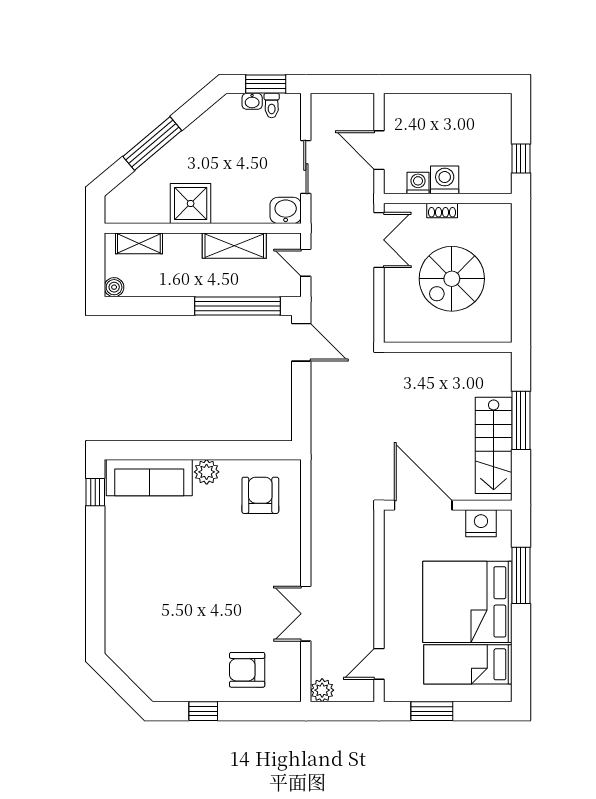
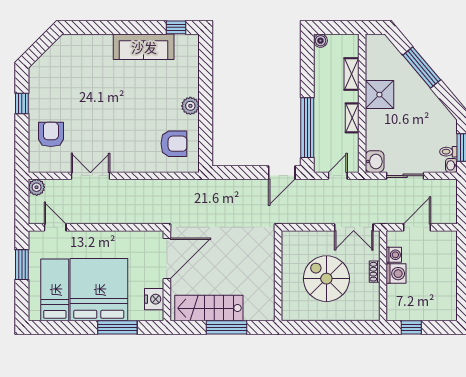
washbasin: (252, 101) -> (451, 165), moved
shelving: (139, 243) -> (351, 74), moved
shelving: (234, 246) -> (352, 118), width x0.67, depth x0.75
sofa: (149, 478) -> (144, 47), moved, turned -90

